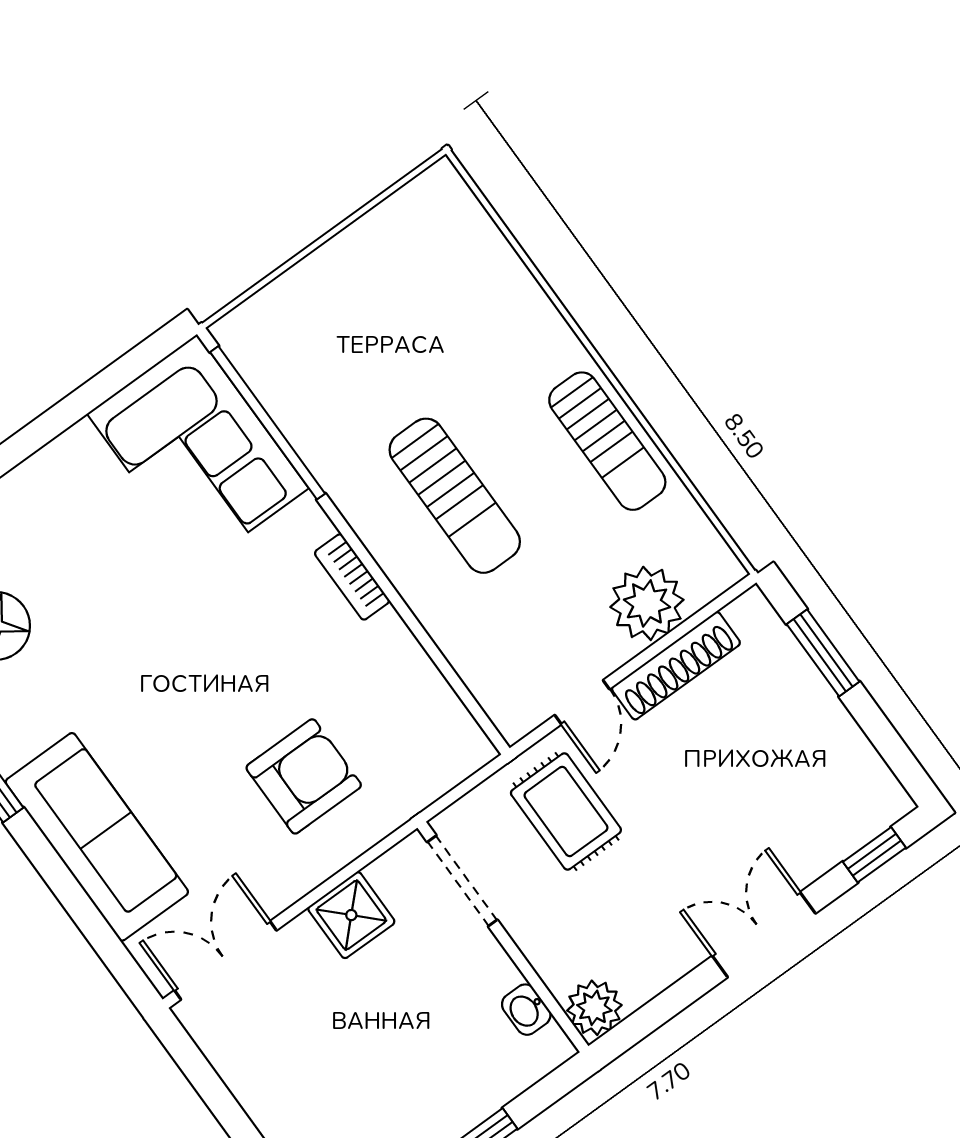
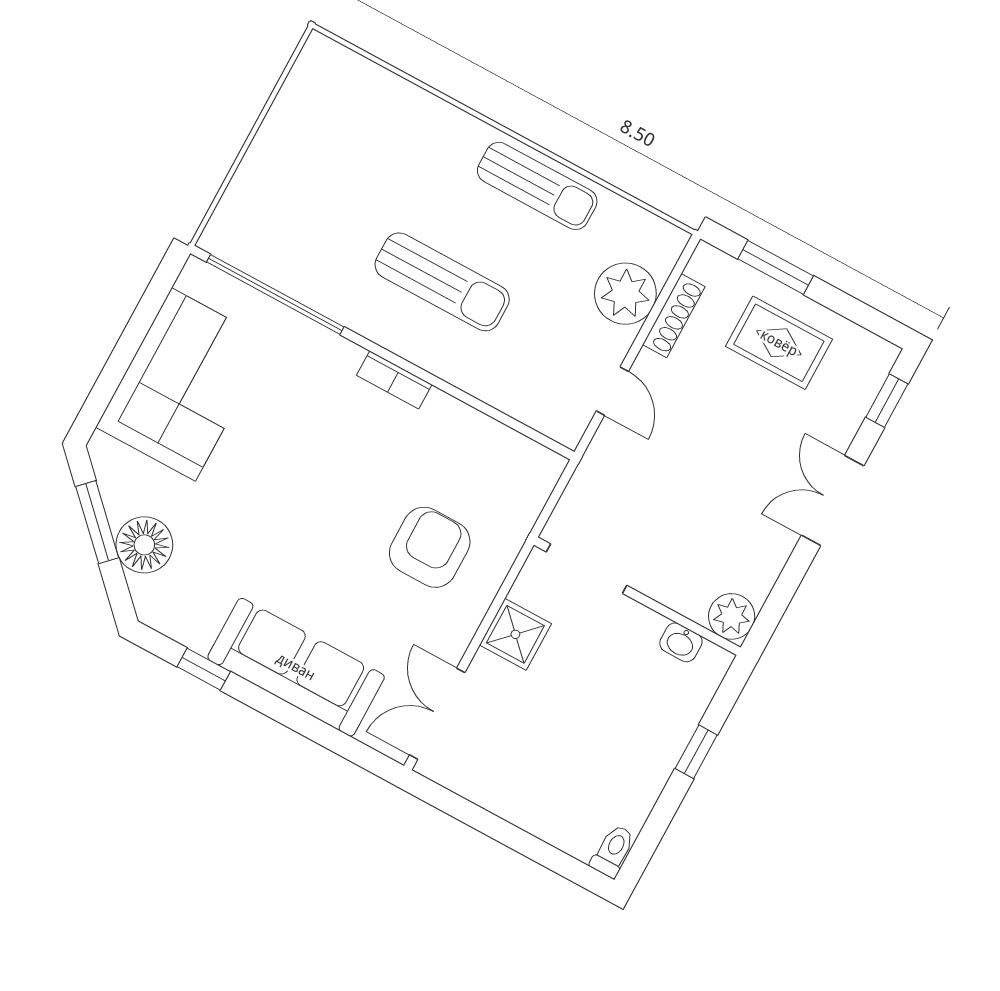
corner sofa: (198, 451) -> (183, 384), moved, turned -90
shoe rack: (676, 666) -> (674, 316), width x0.74, depth x0.81
rug: (566, 811) -> (779, 343), moved

